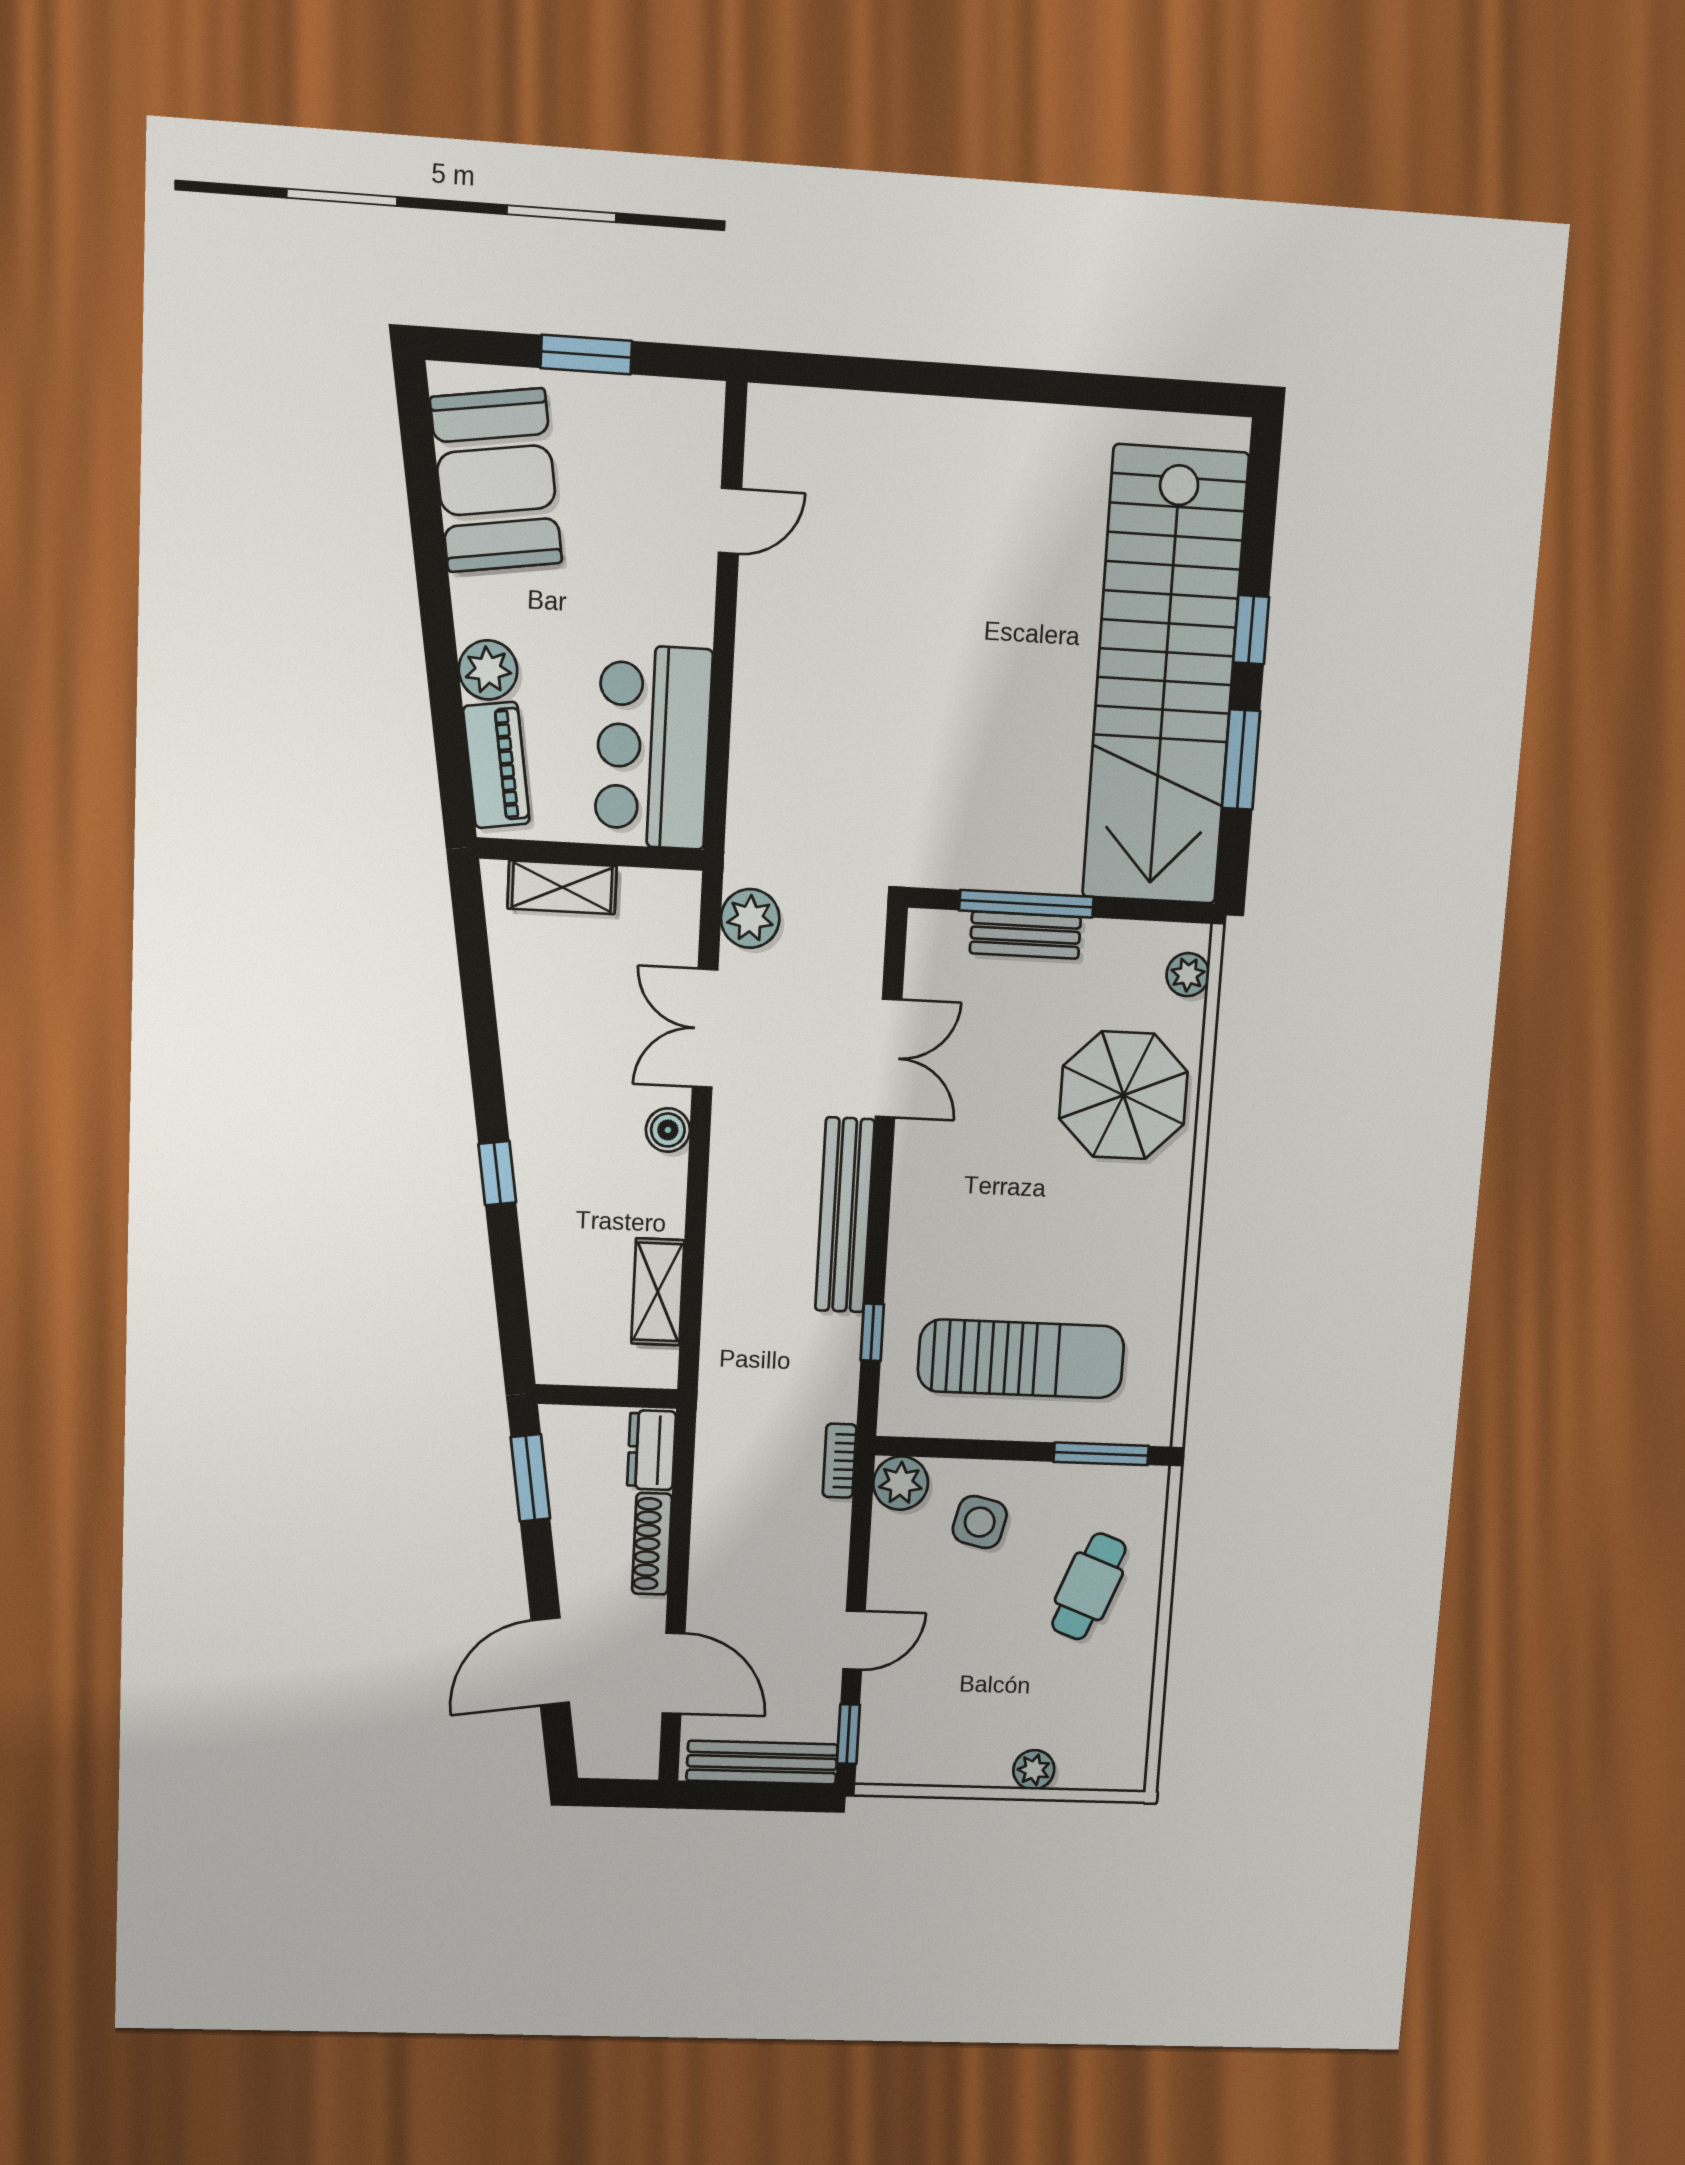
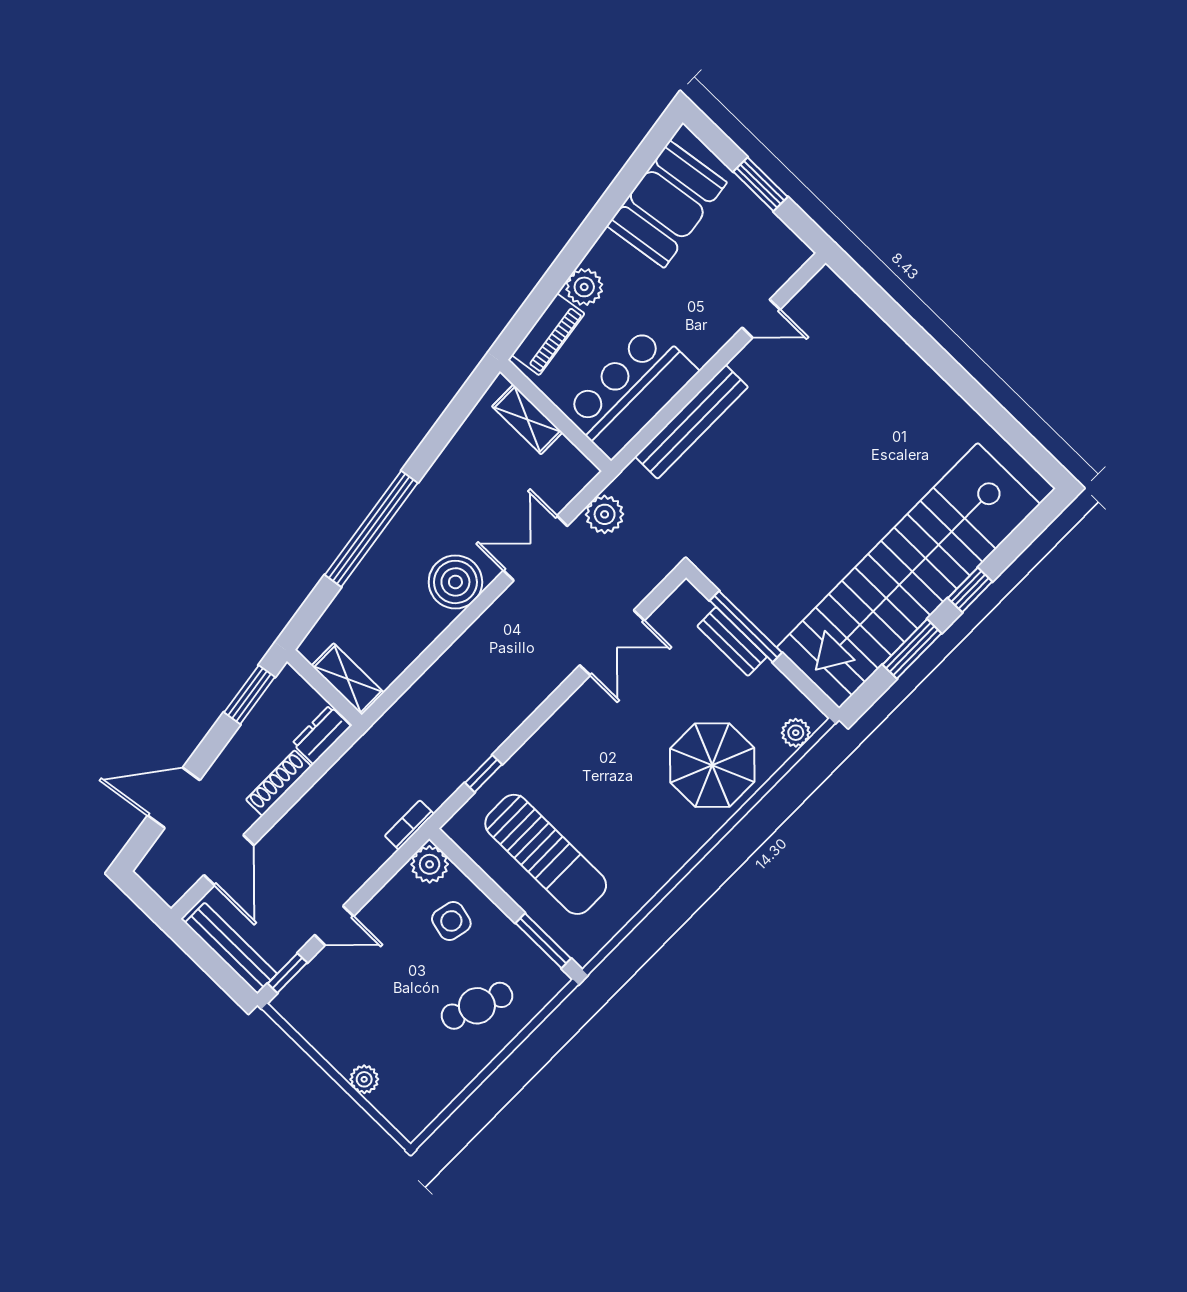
boiler: (668, 1130) -> (455, 582), width x1.86, depth x1.86
window: (497, 1173) -> (371, 529), width x3.17
bench: (845, 1215) -> (692, 422), moved
shelving: (658, 1292) -> (348, 679), moved, turned 90

